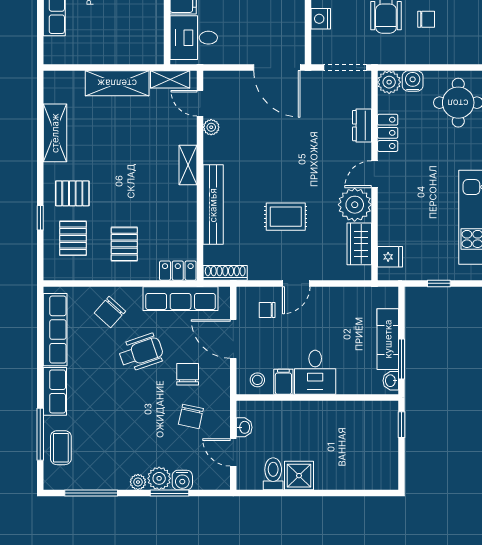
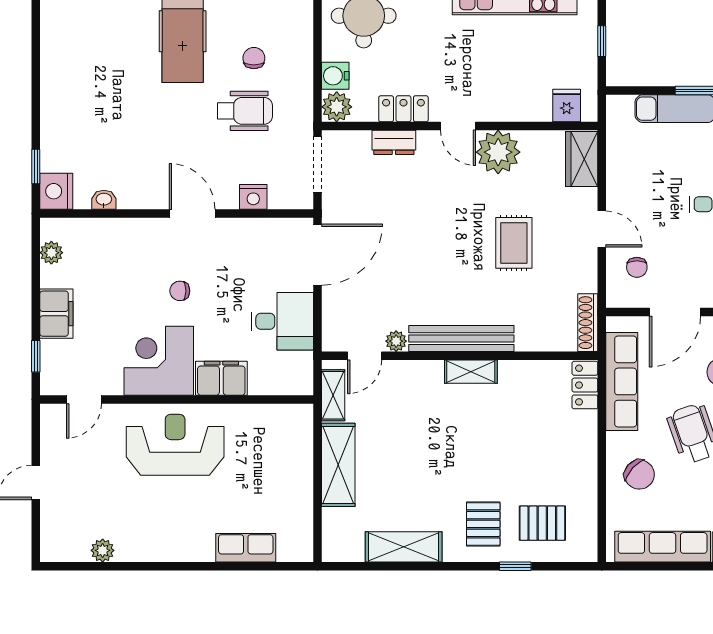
desk: (194, 38) -> (282, 321), moved, turned -90
shelving: (188, 165) -> (471, 372), moved
bench: (213, 205) -> (461, 339), moved
pallet: (124, 244) -> (550, 456), removed
wardrobe: (359, 244) -> (582, 159), moved, turned 90

